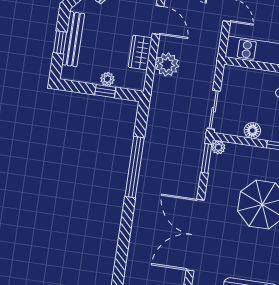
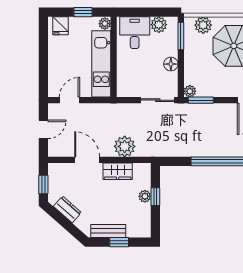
door: (158, 20) -> (87, 160), hinge flipped
bench: (73, 39) -> (108, 231), width x0.73

